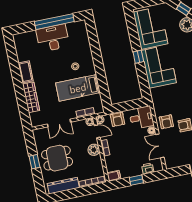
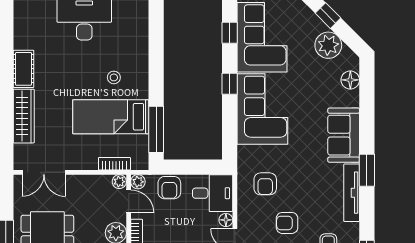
window: (133, 29) -> (230, 33), added
window: (104, 89) -> (156, 129), added
armchair: (166, 122) -> (265, 184), moved
double door: (59, 123) -> (44, 172), moved

